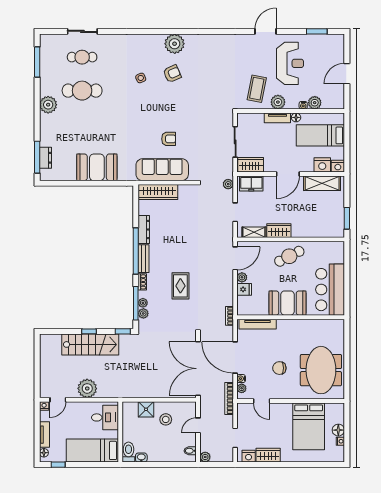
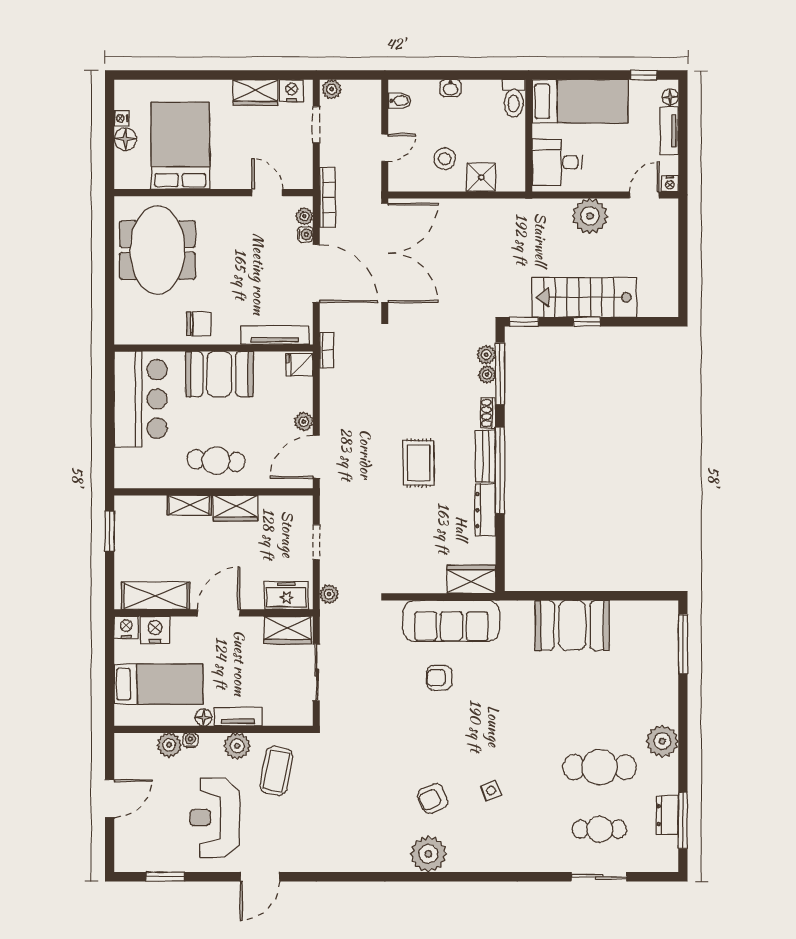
dresser: (45, 158) -> (667, 815), moved
wardrobe: (158, 192) -> (471, 579), width x0.67
shelving: (254, 232) -> (189, 505), moved
cafe table: (289, 256) -> (216, 461), turned 31
rug: (180, 286) -> (419, 463), moved
fridge: (244, 289) -> (299, 364), moved
chair: (279, 368) -> (199, 324), moved
plant: (205, 457) -> (332, 89), moved
washbasin: (141, 458) -> (450, 88), moved

